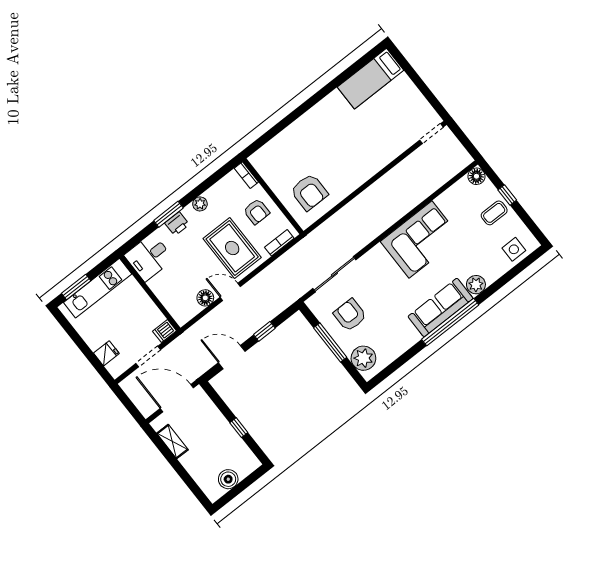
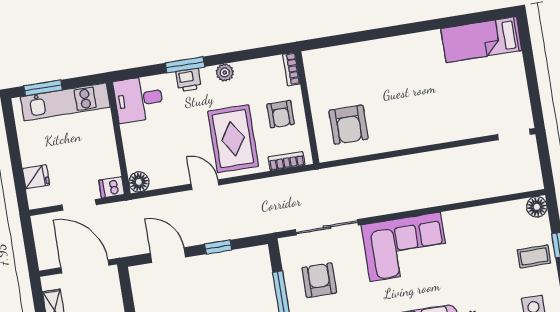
corner sofa: (420, 240) -> (405, 247), moved
floor lamp: (205, 298) -> (139, 182), moved

